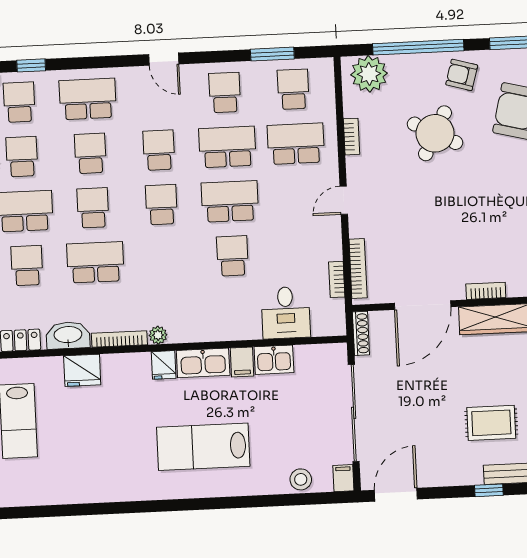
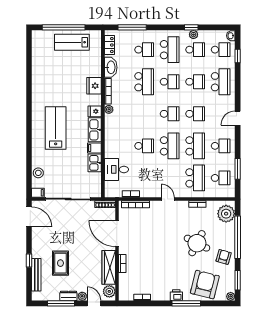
fridge: (82, 370) -> (94, 86), moved

